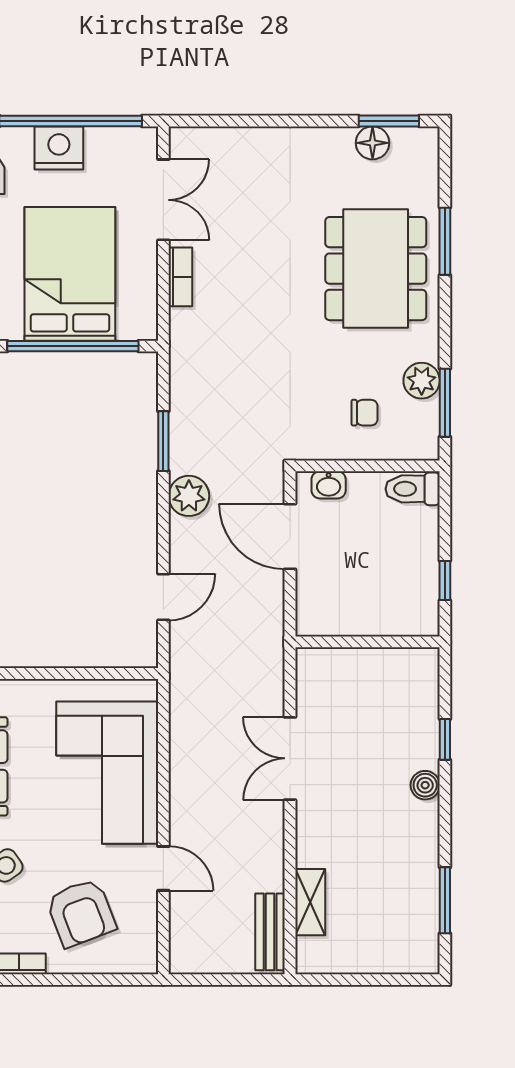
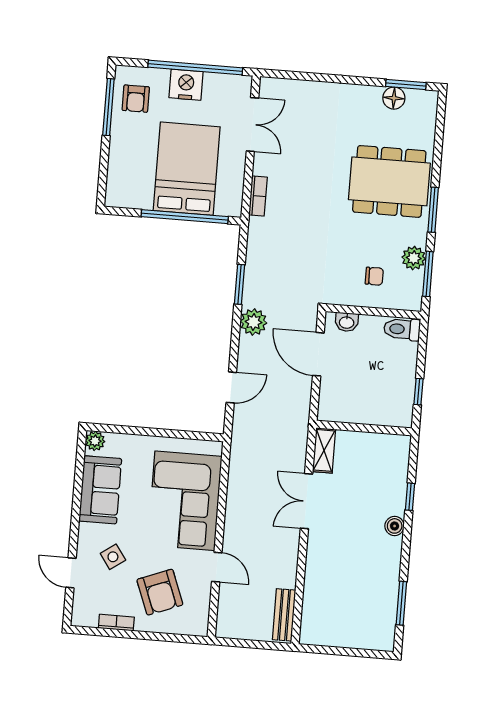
window: (445, 241) -> (433, 210), moved
dining table: (376, 269) -> (389, 181), turned 90
bookcase: (180, 277) -> (258, 196), moved
shelving: (310, 902) -> (324, 450), moved

